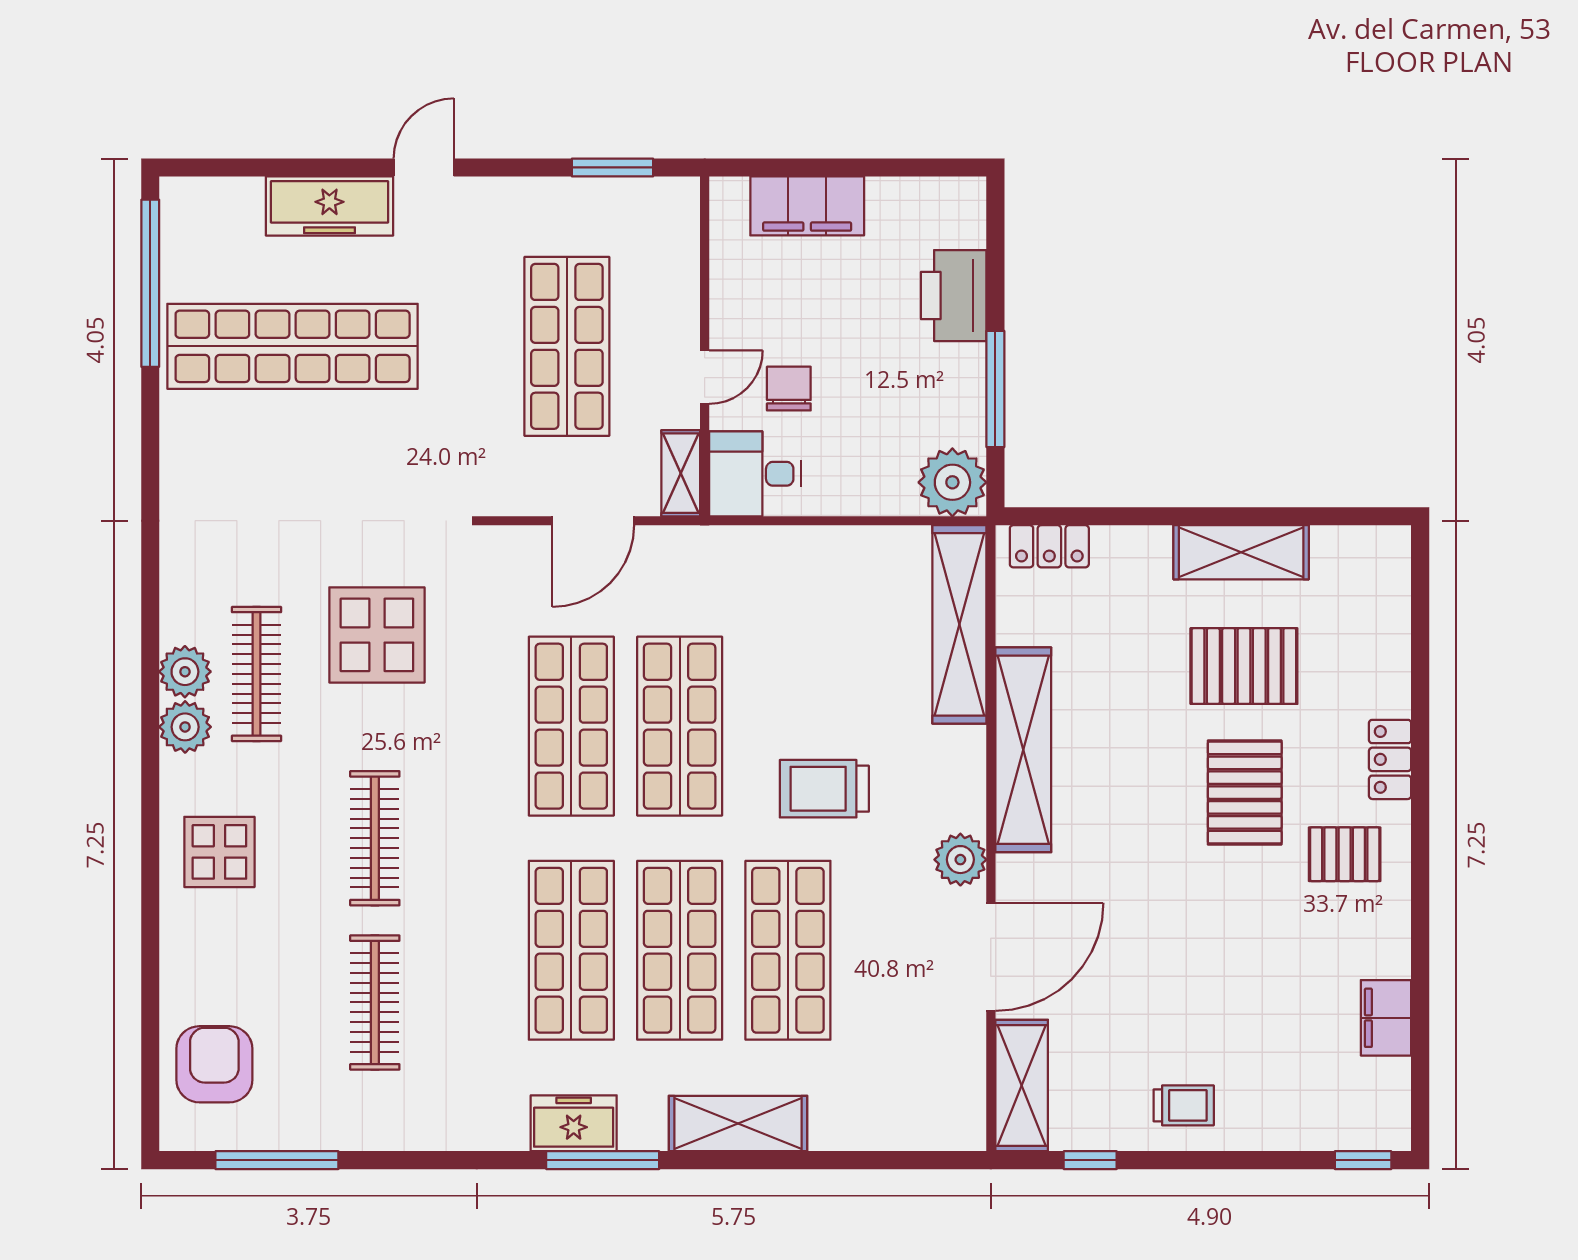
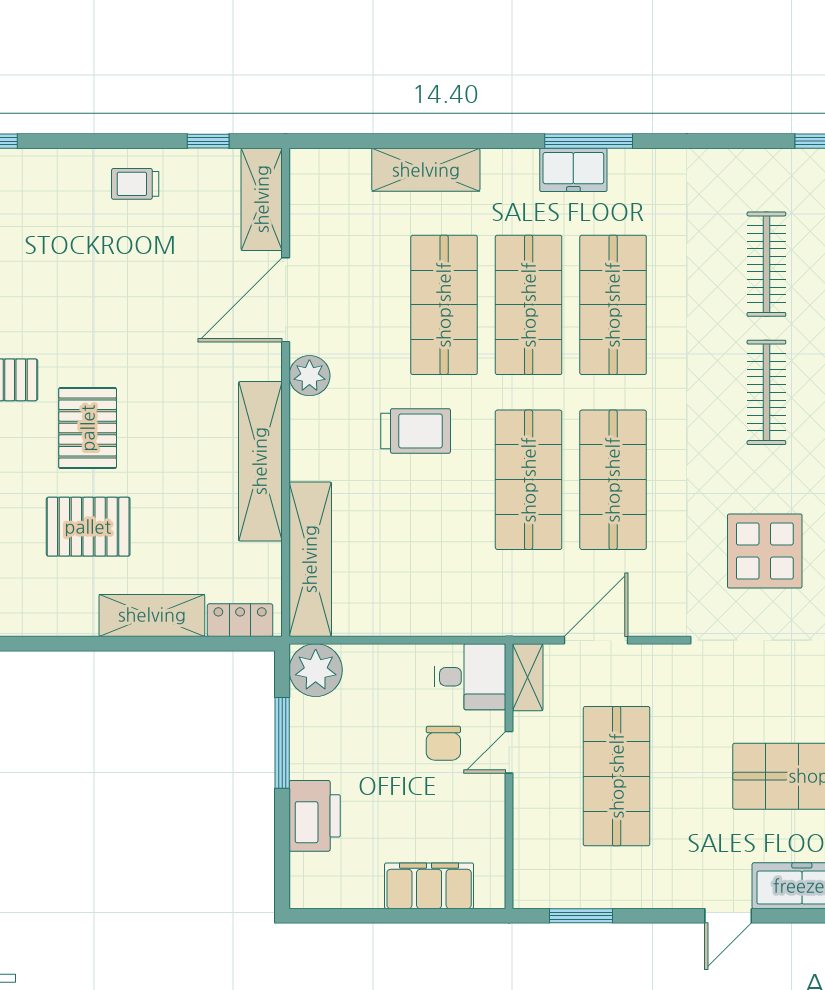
shelving: (1241, 552) -> (152, 615), moved
freezer: (574, 1123) -> (573, 170), moved
shelving: (738, 1124) -> (426, 170), moved

